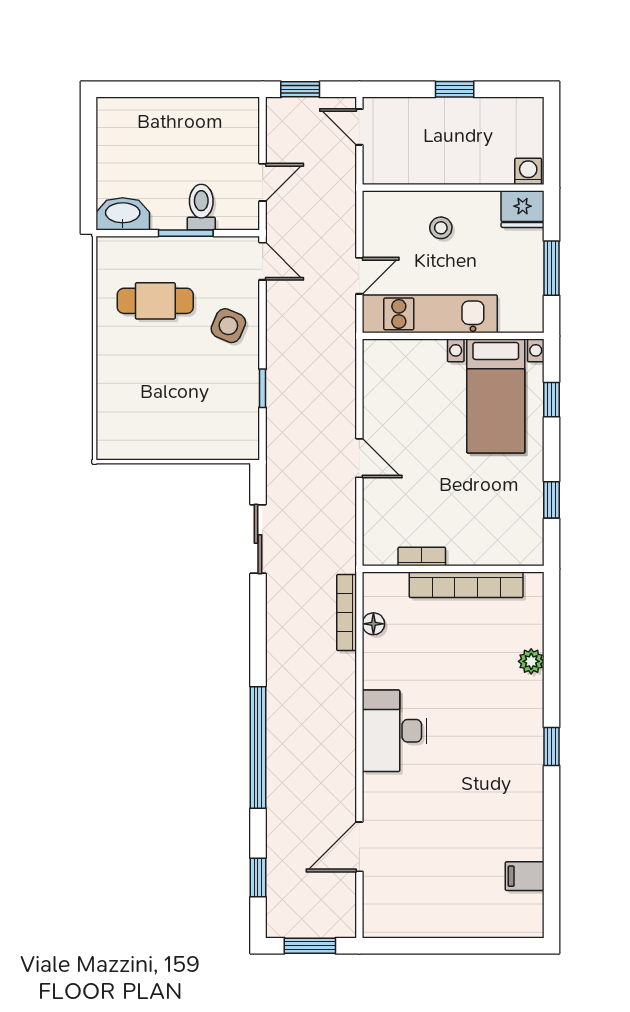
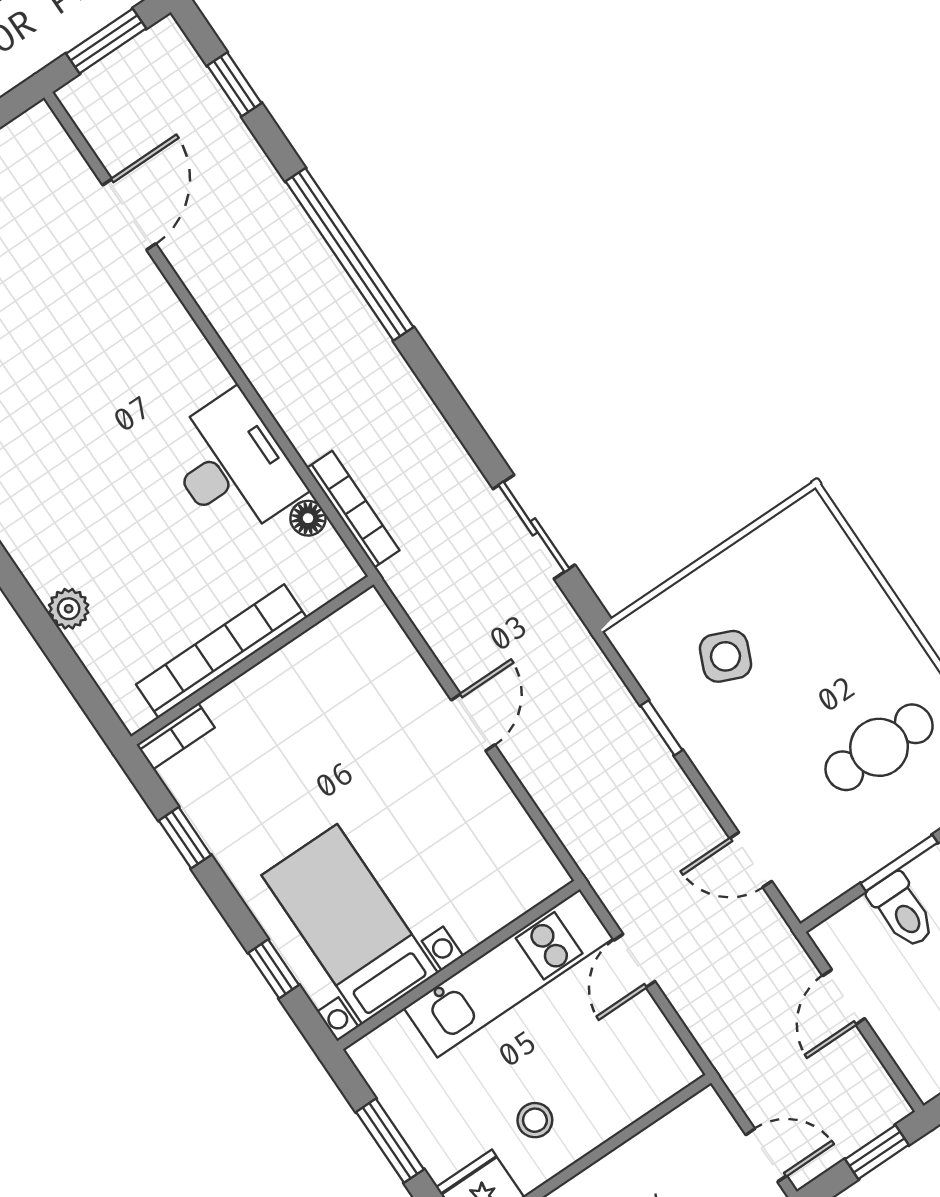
stool: (441, 228) -> (535, 1120), moved
door: (263, 261) -> (751, 860), moved
side table: (228, 326) -> (725, 656), moved
door: (359, 458) -> (473, 722), swing flipped
bookcase: (422, 556) -> (176, 736), moved
desk: (394, 731) -> (232, 466), moved

